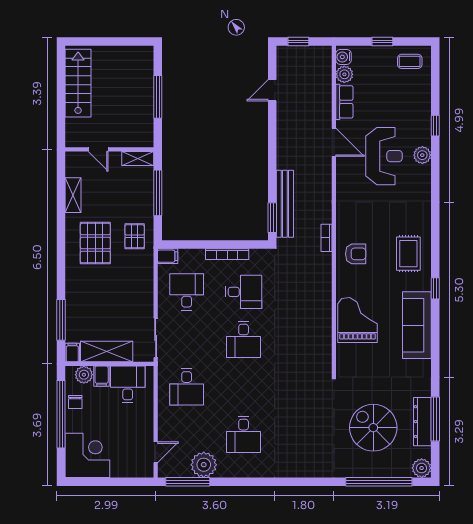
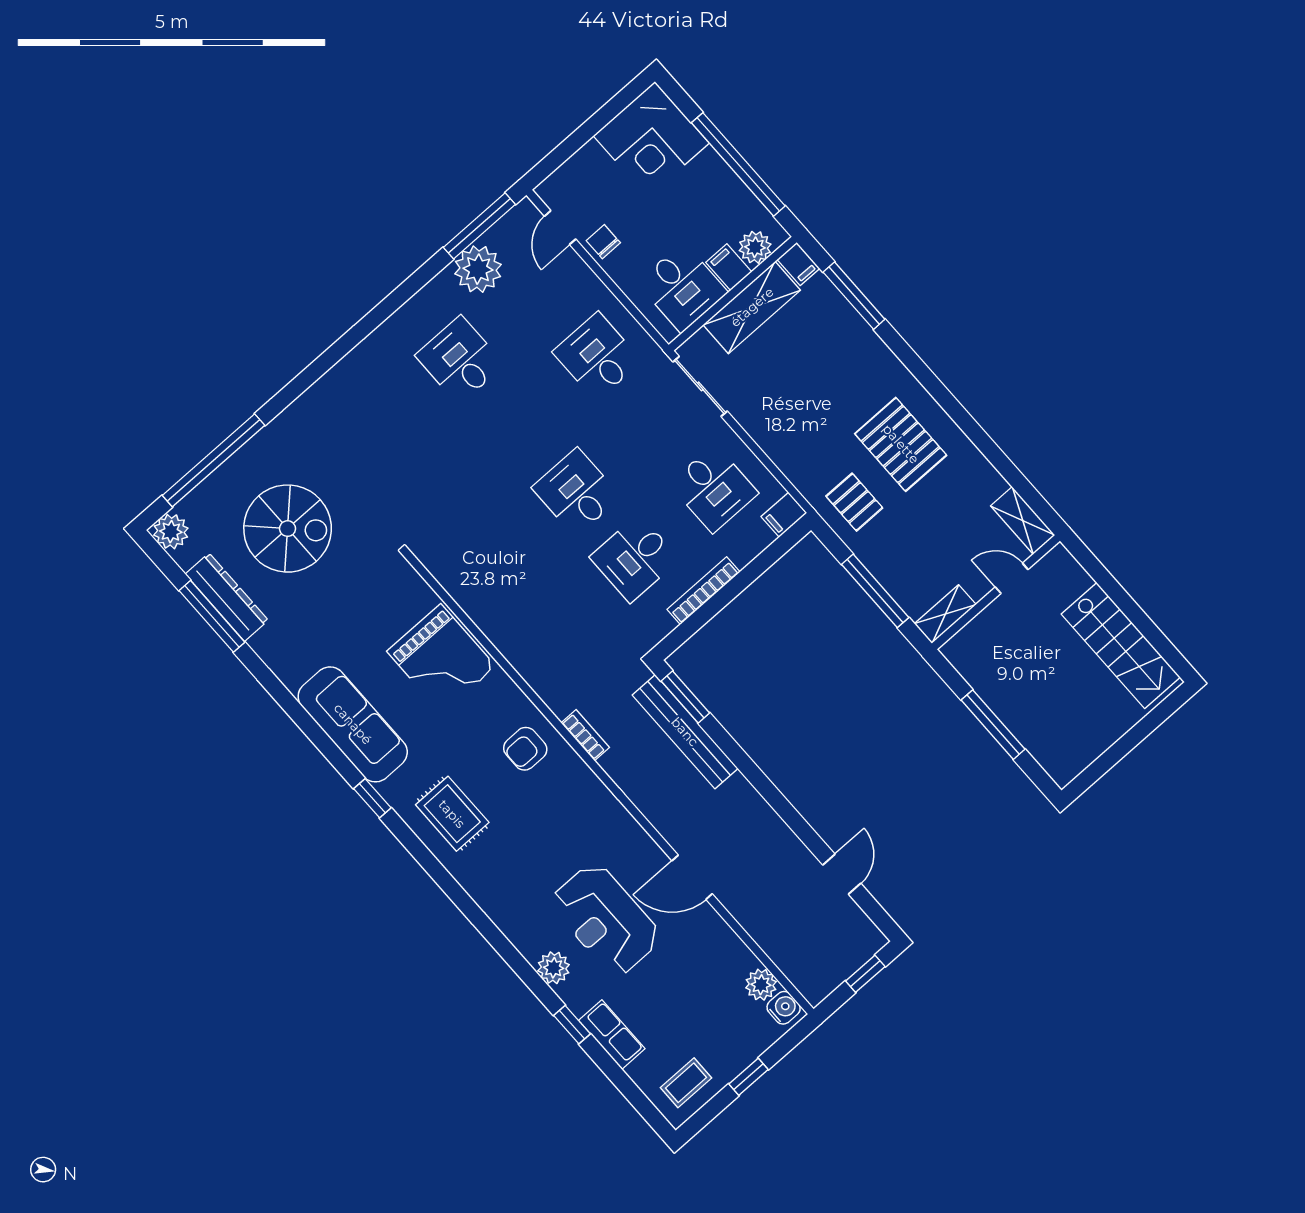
row of seats: (344, 102) -> (612, 1035), moved, turned 180
shelving: (73, 195) -> (1023, 520), moved
chair: (75, 402) -> (603, 242), moved

